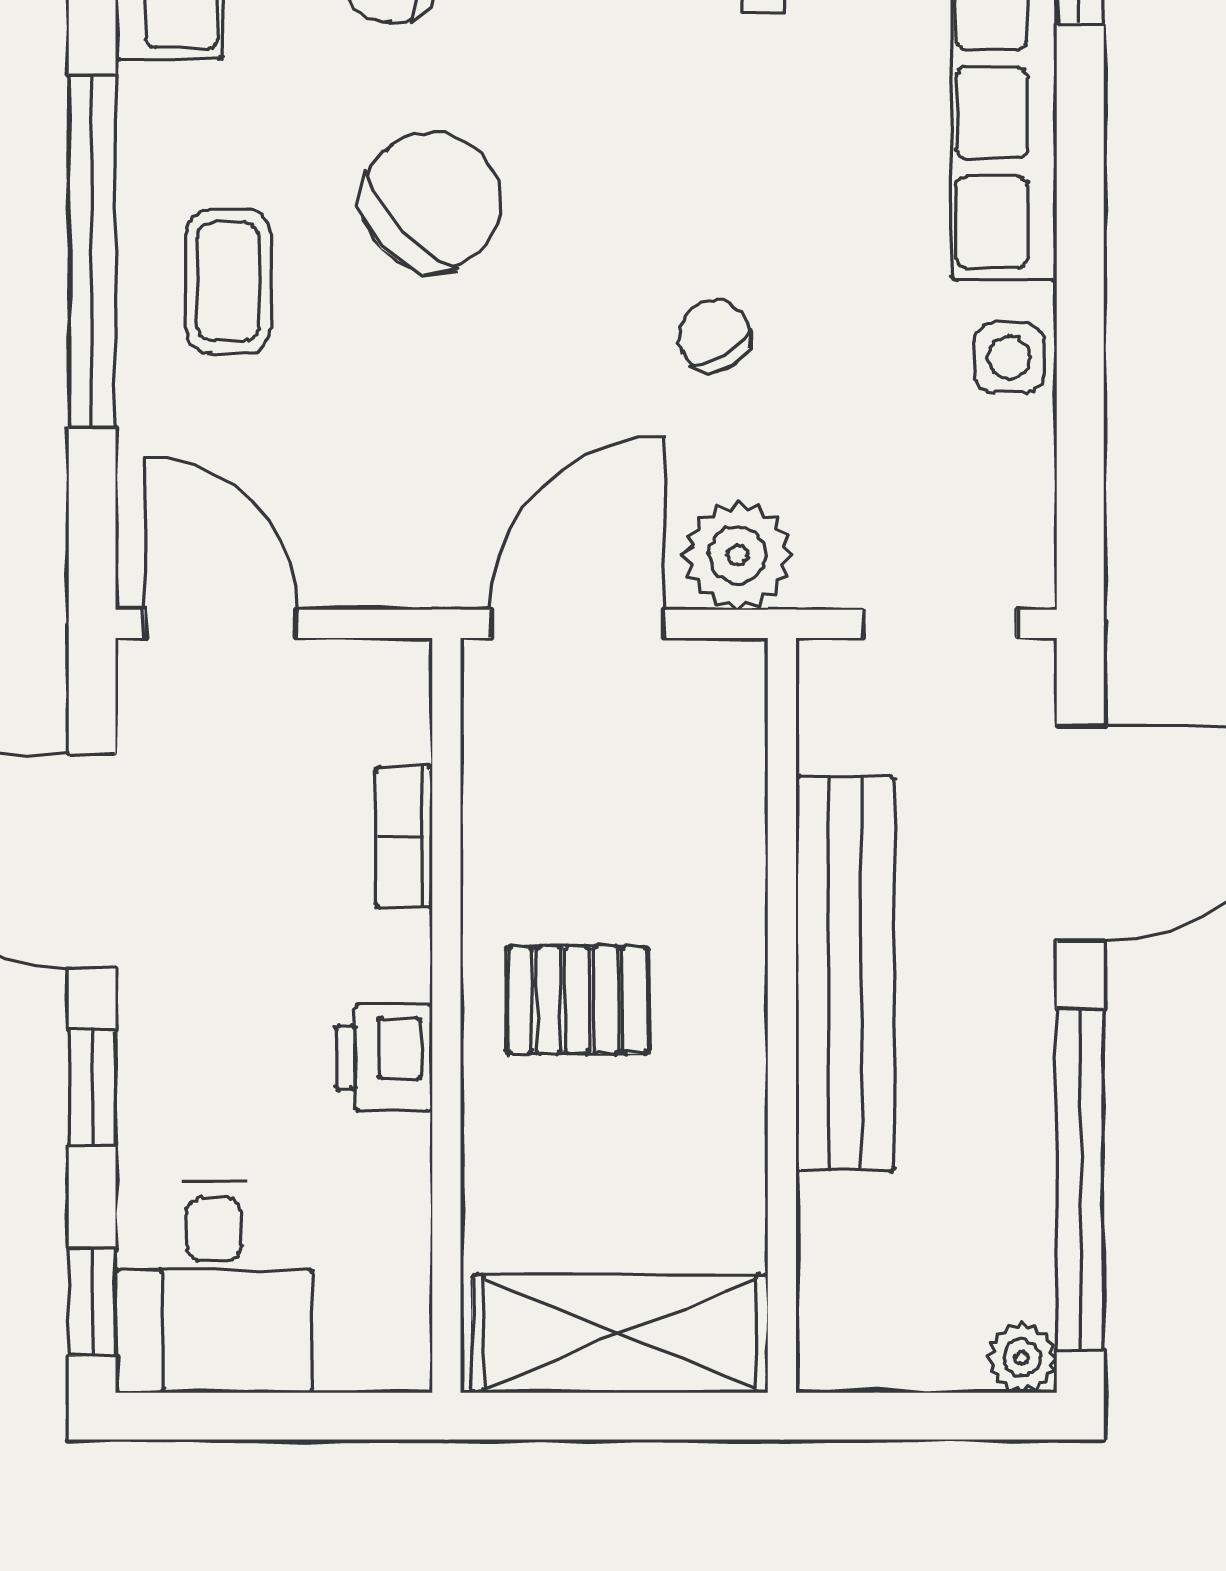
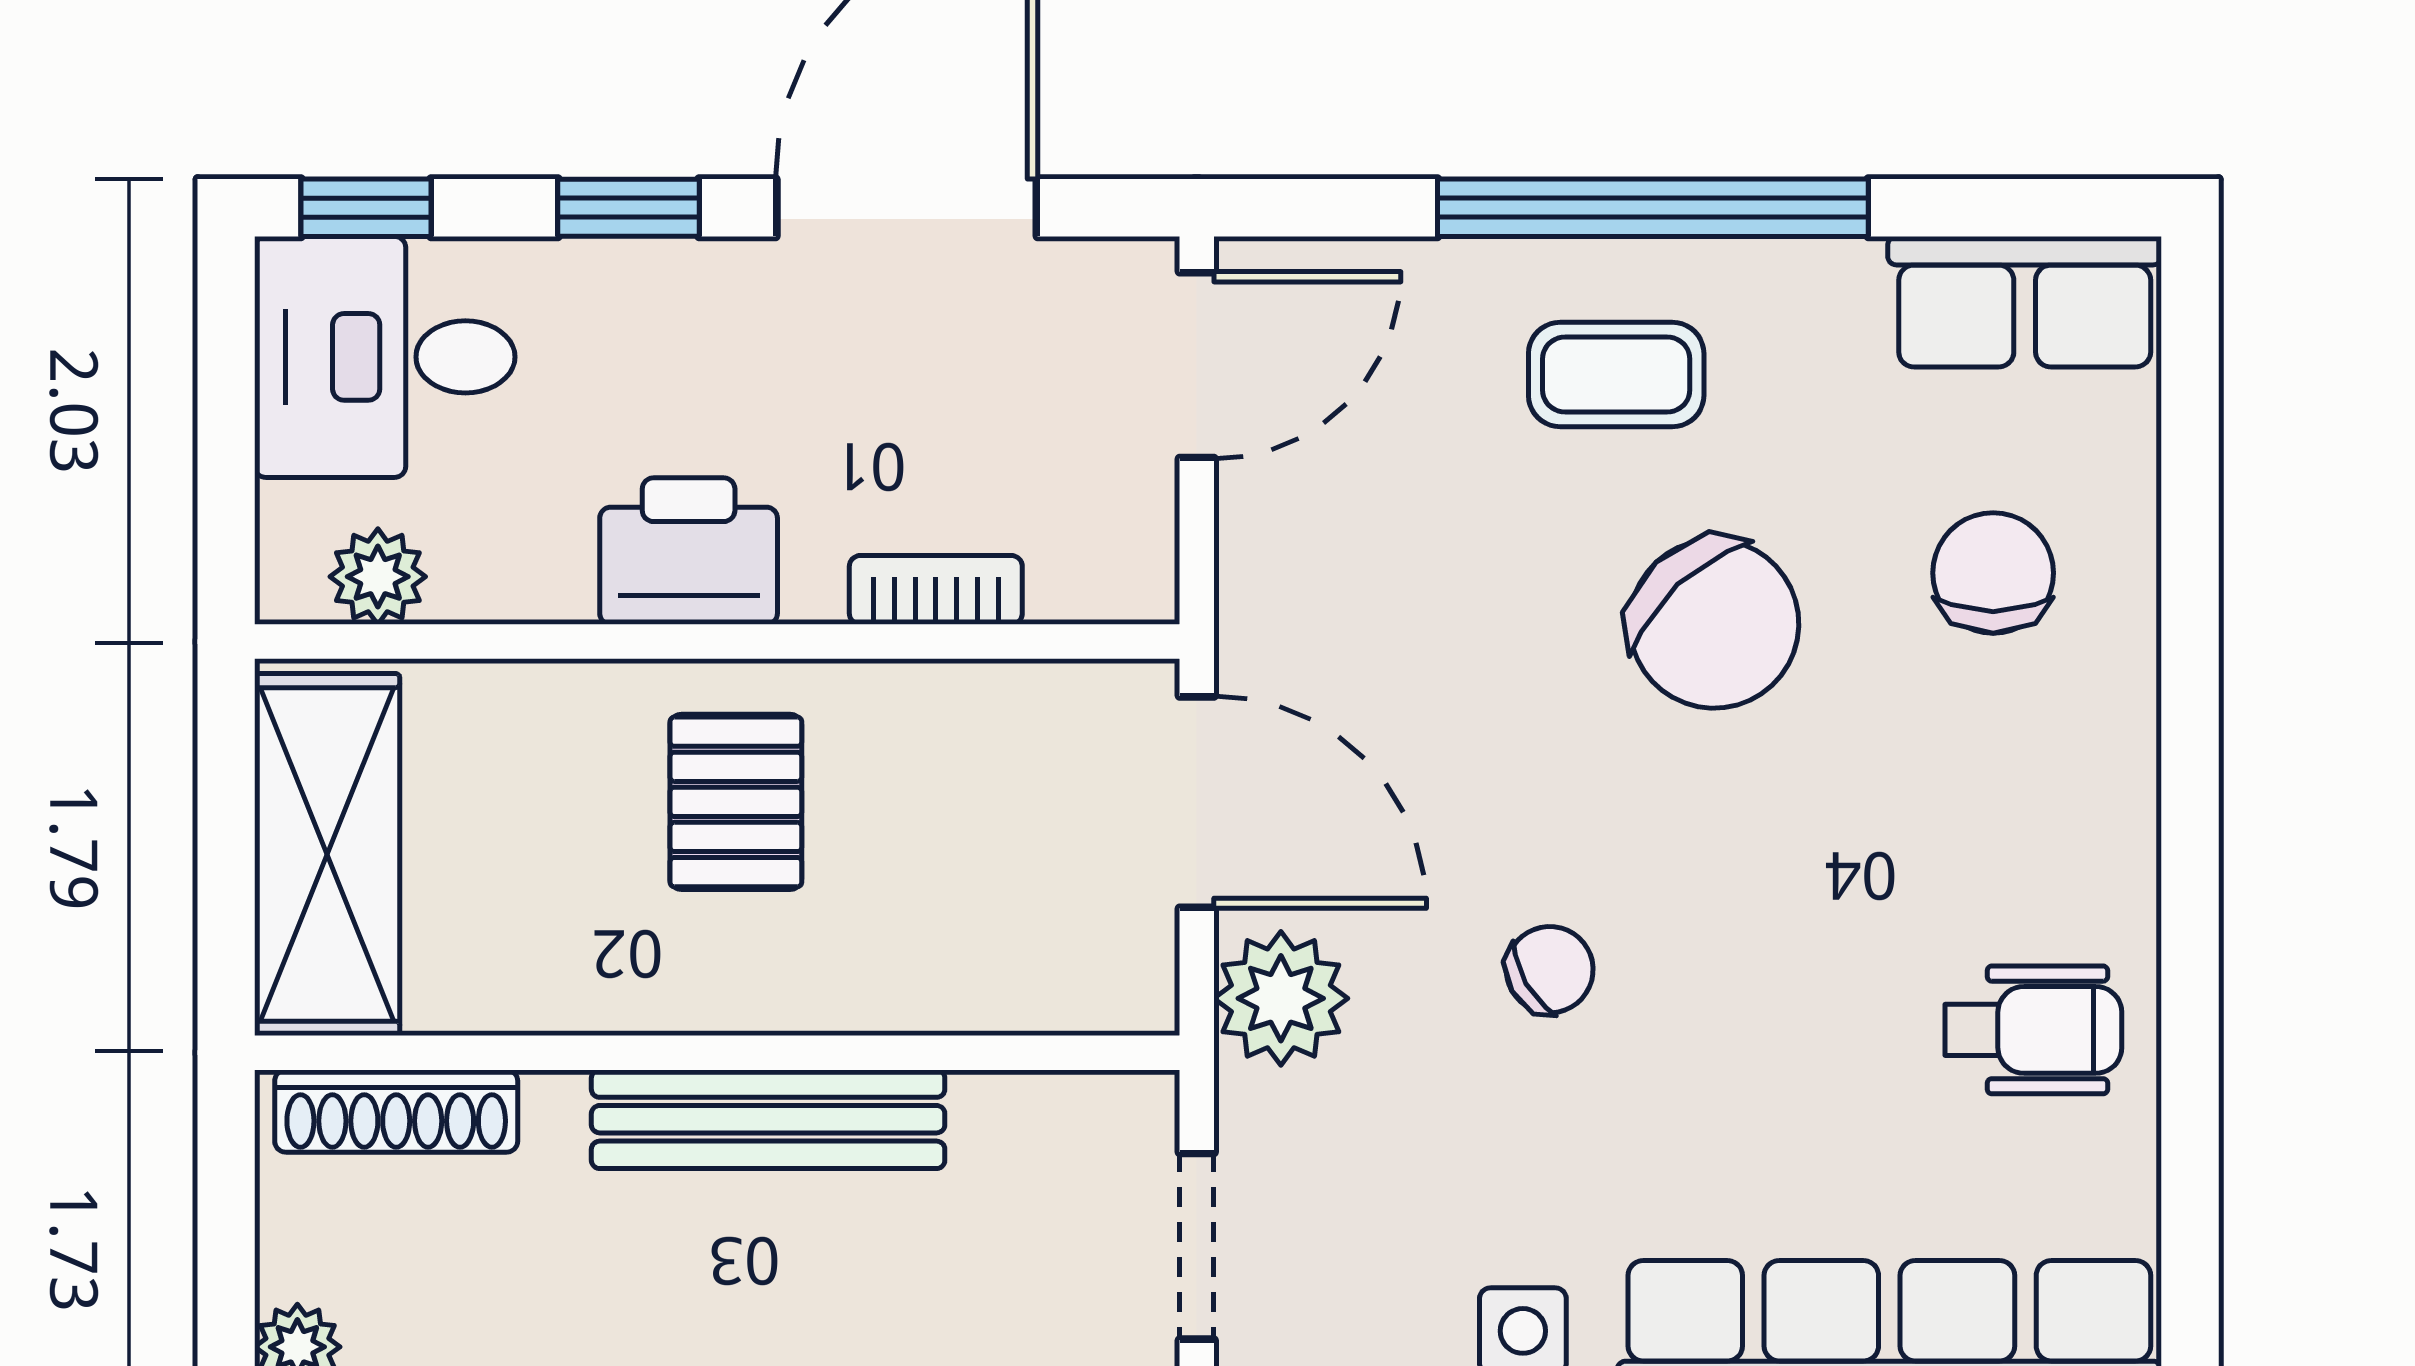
bench: (845, 974) -> (768, 1119), width x0.73, depth x0.82
printer: (384, 1058) -> (689, 551), width x1.36, depth x1.24
shoe rack: (830, 1277) -> (396, 1111), added
plant: (393, 1292) -> (378, 577), added

